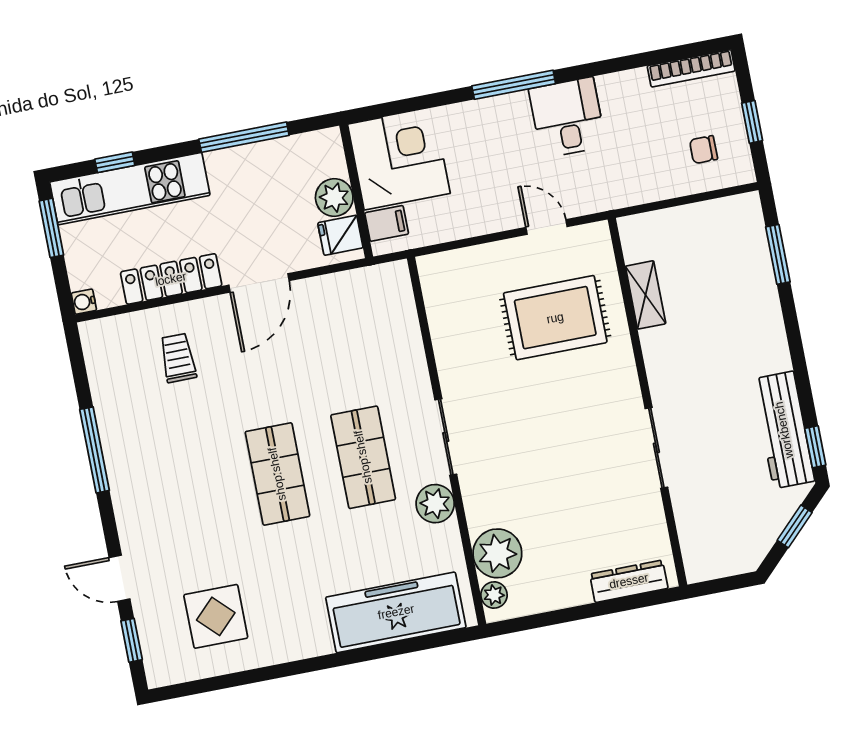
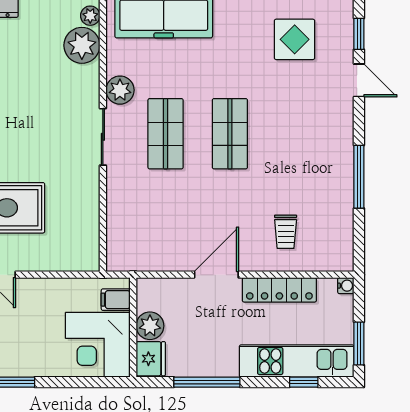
fridge: (340, 235) -> (151, 359), moved, width x1.38

